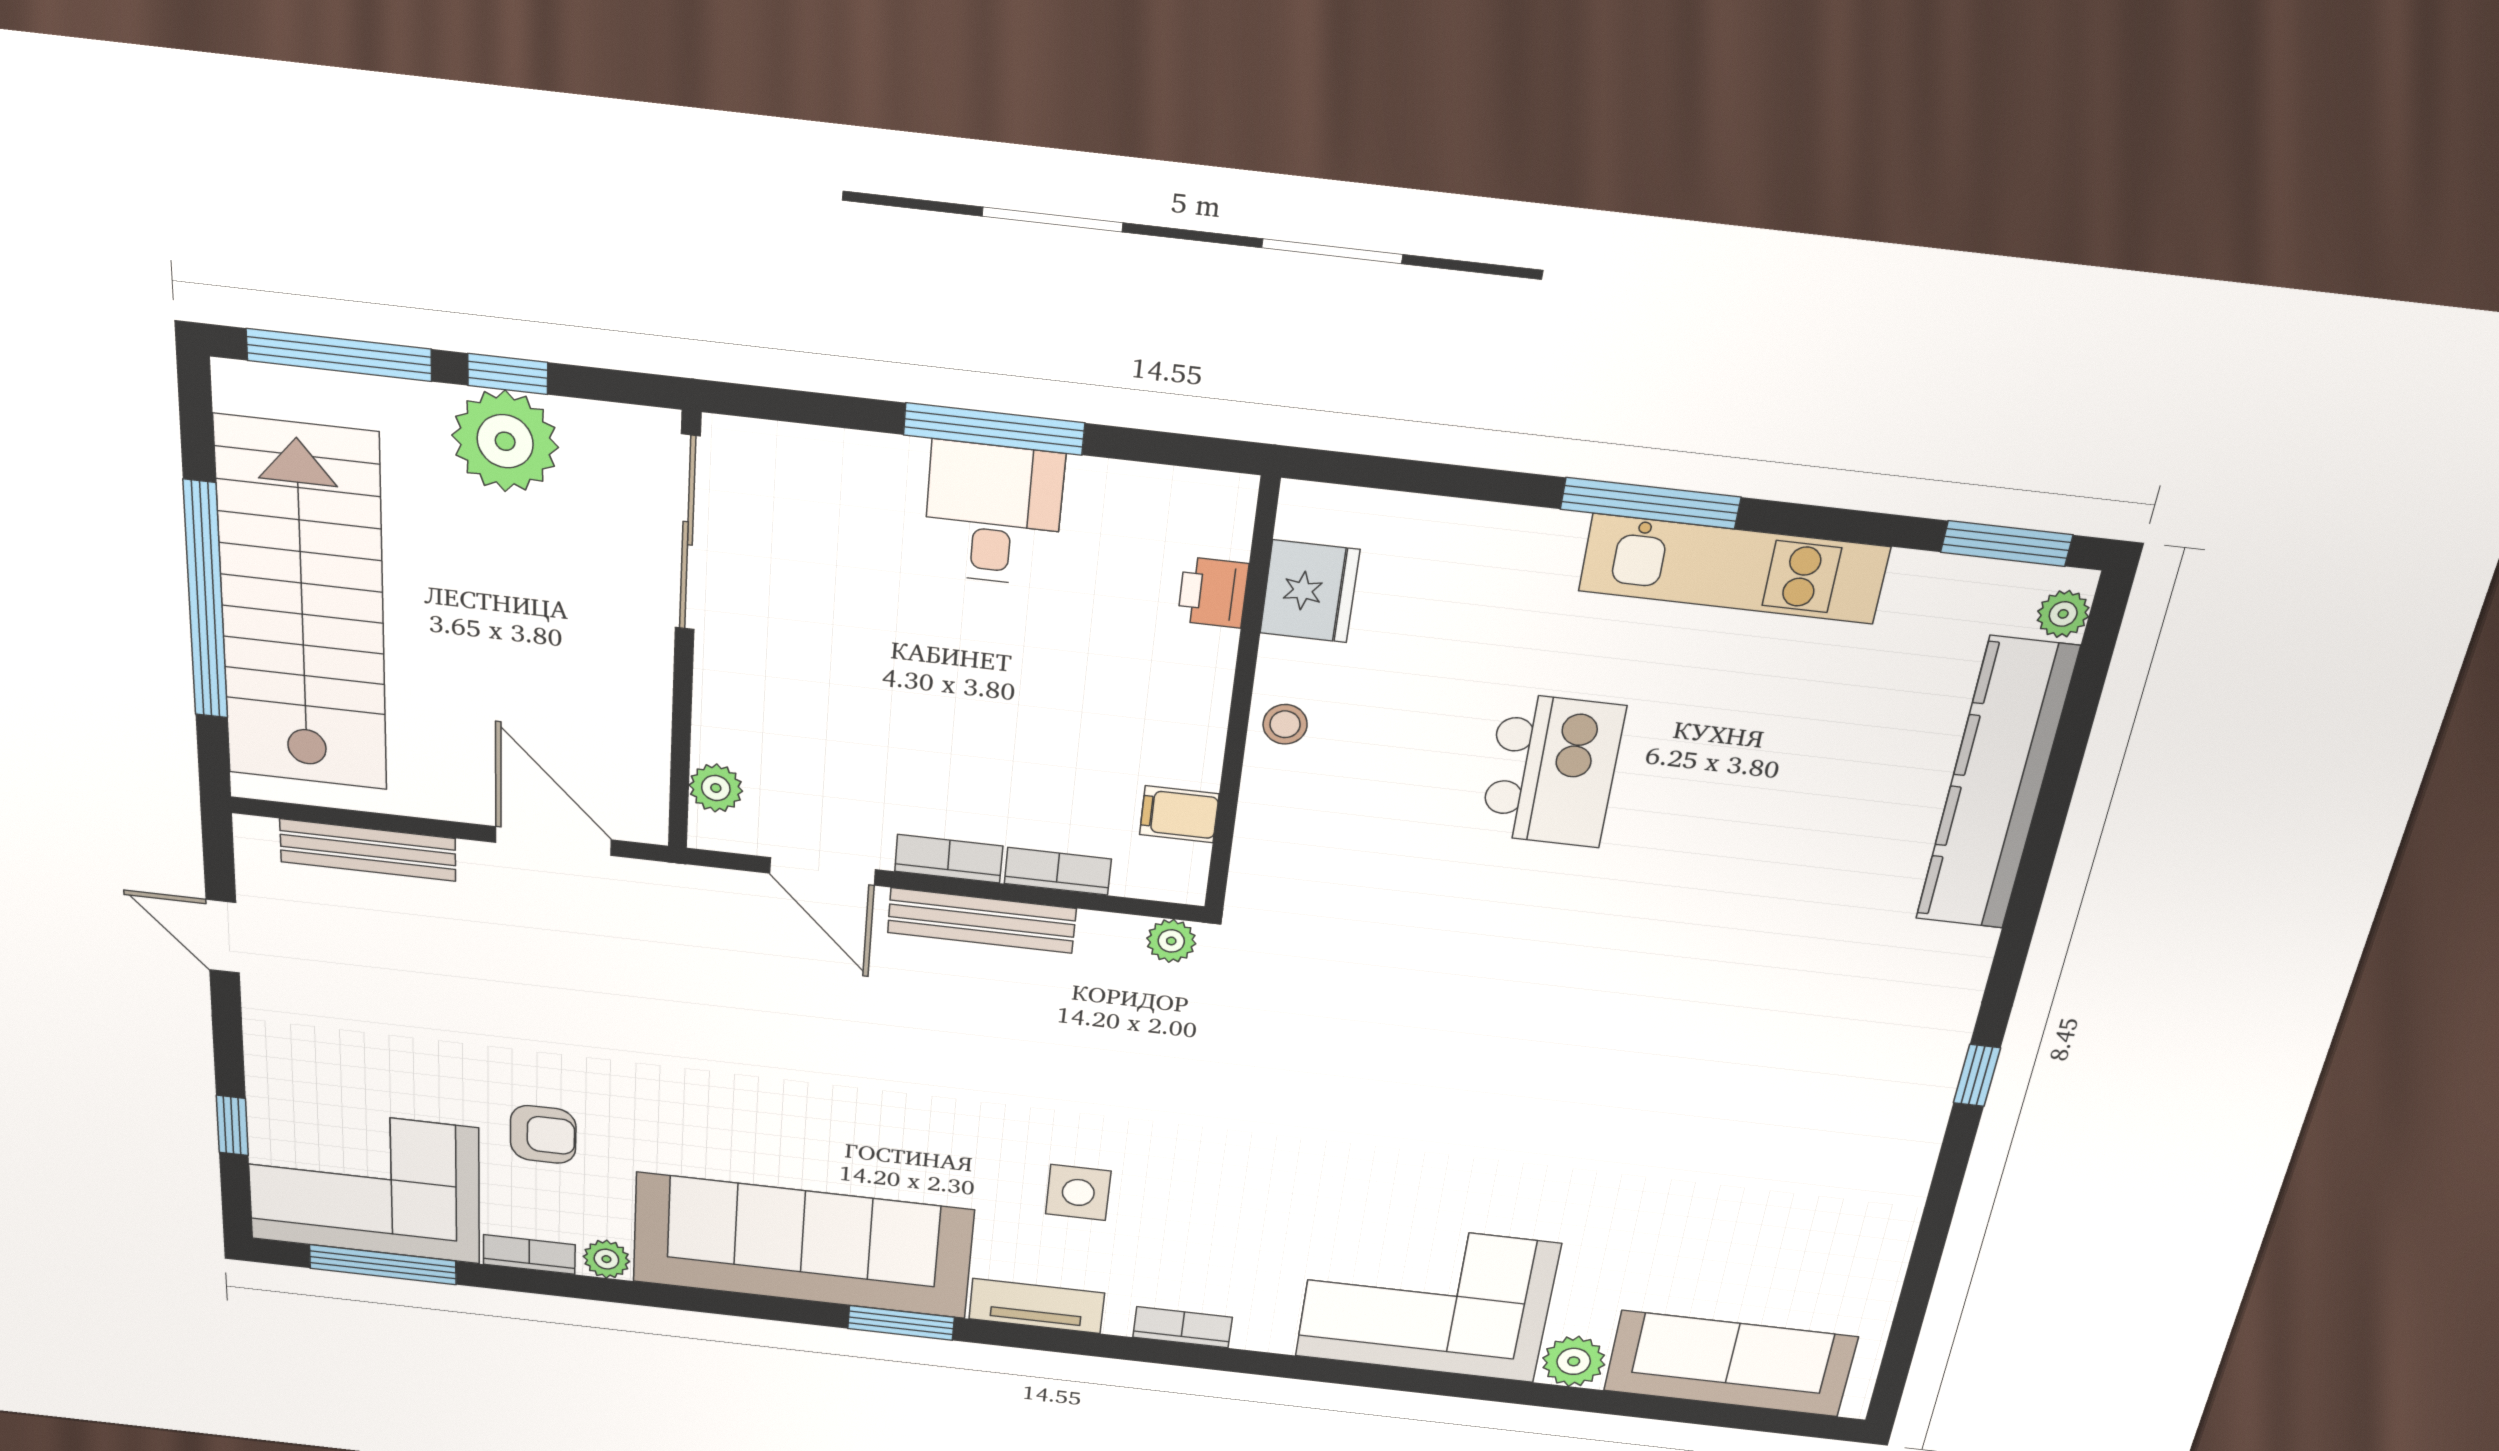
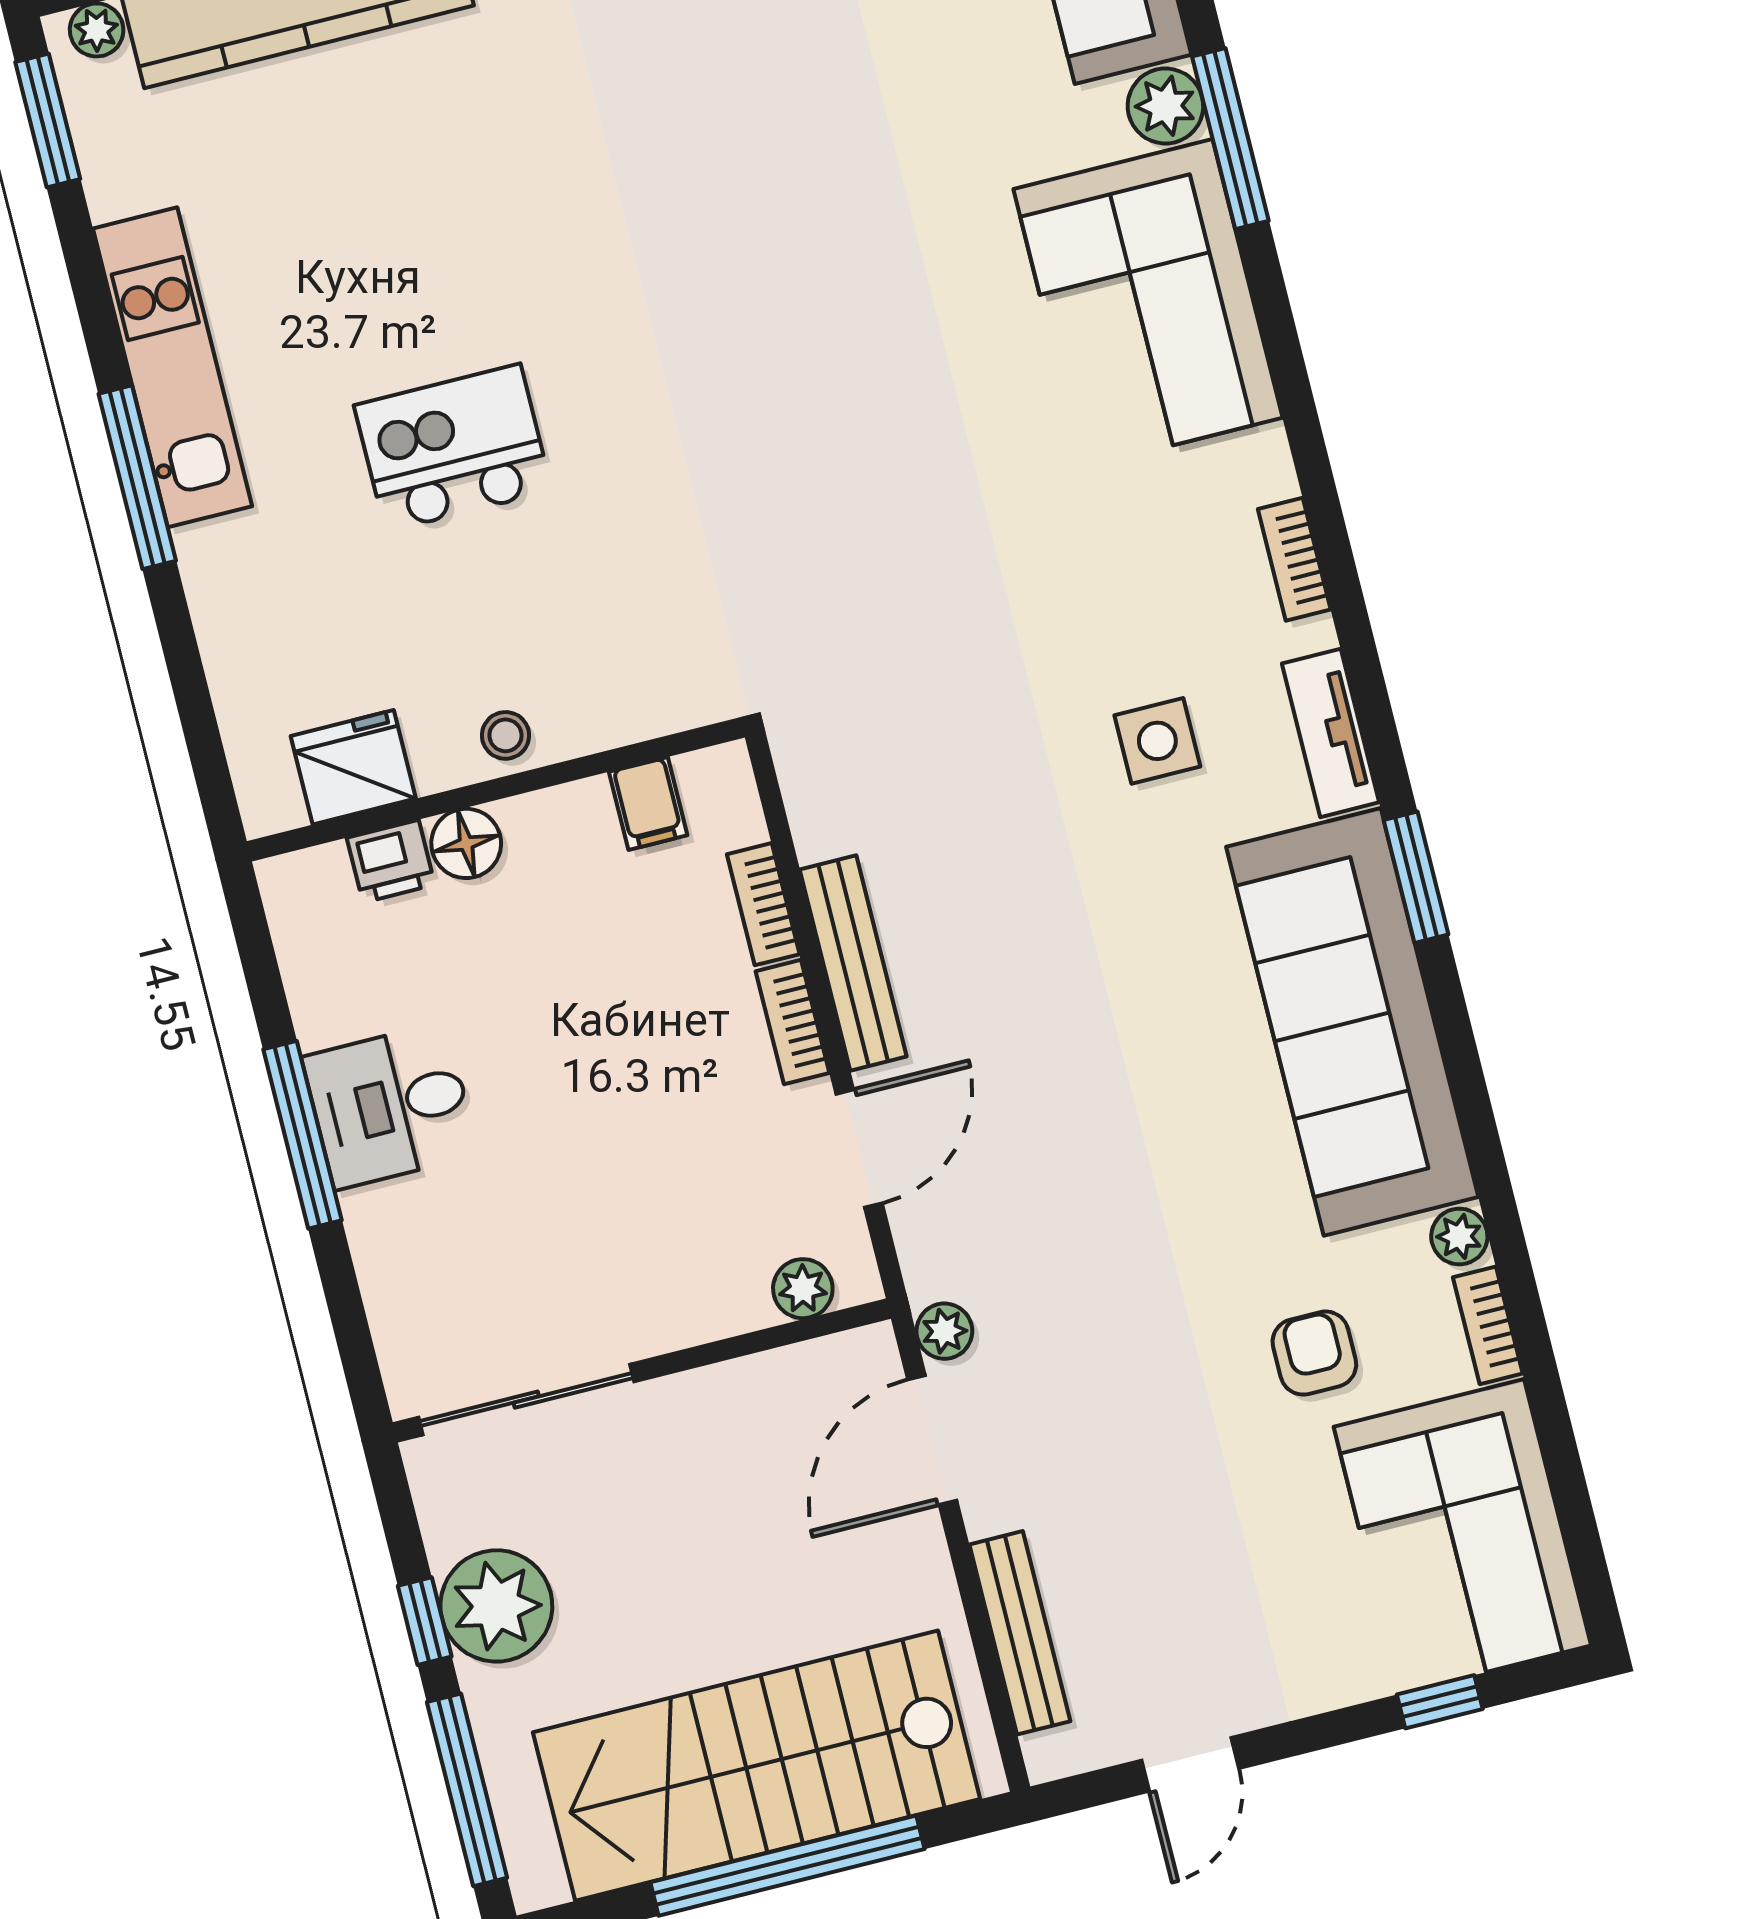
floor lamp: (1204, 660) -> (466, 843), added
plant: (1171, 941) -> (944, 1331), moved
window: (383, 1265) -> (1230, 139), moved

